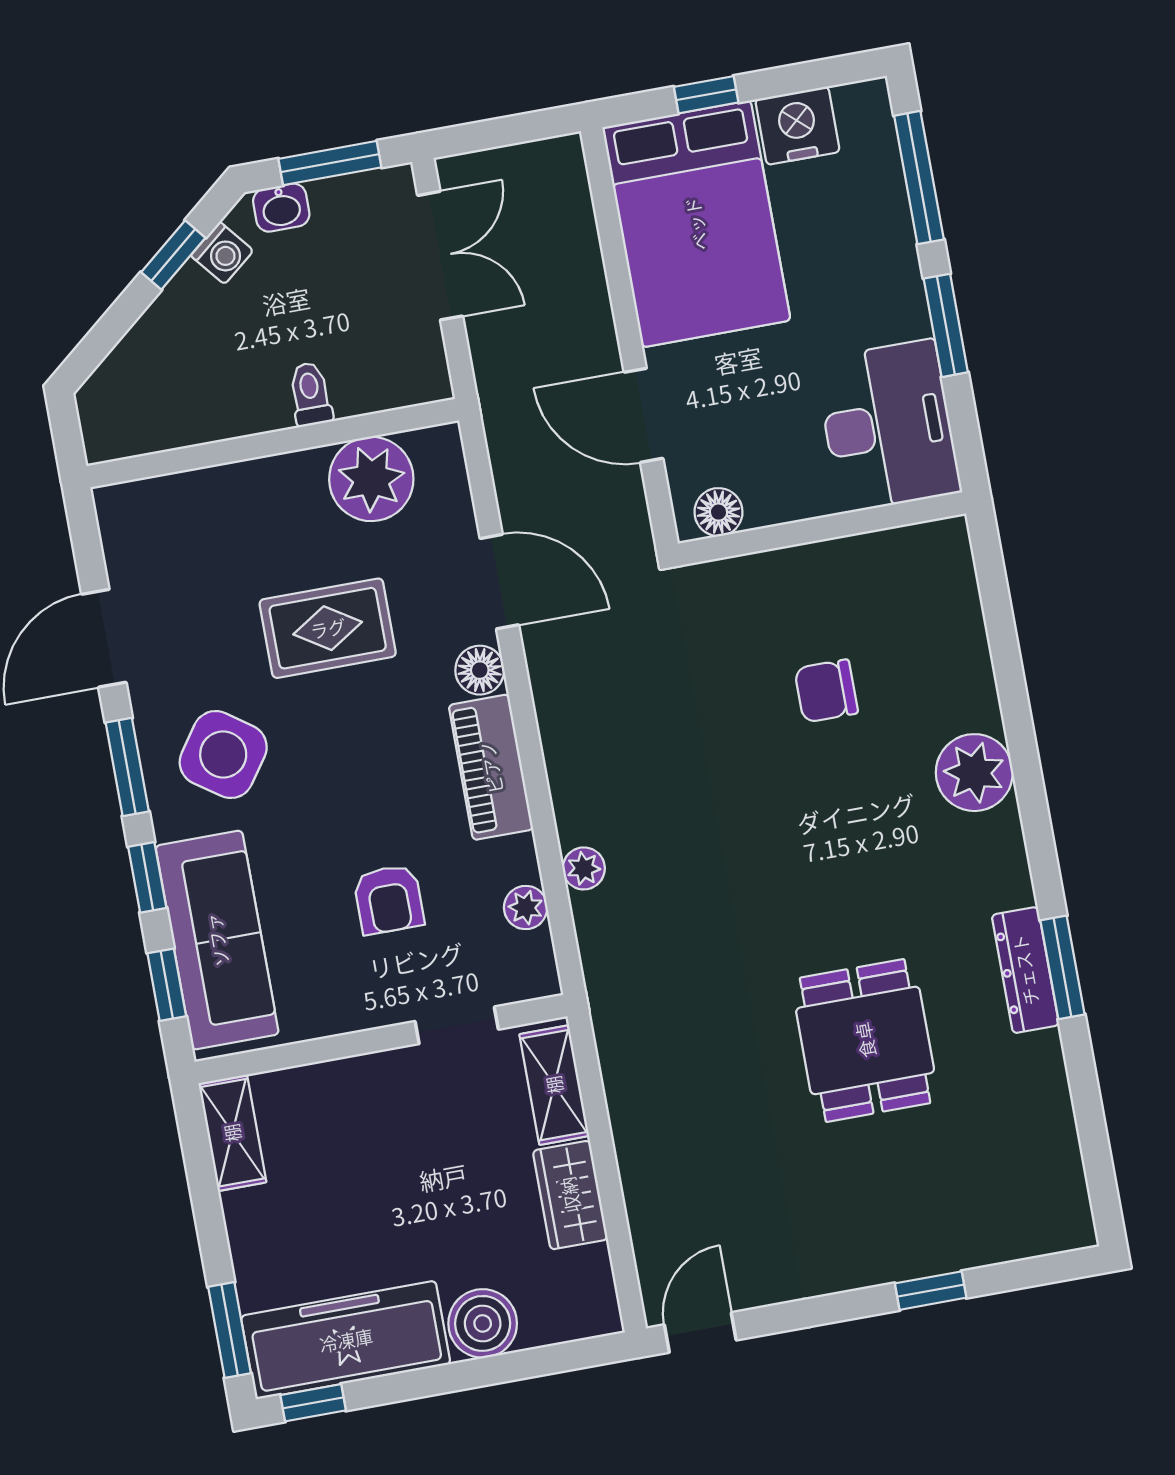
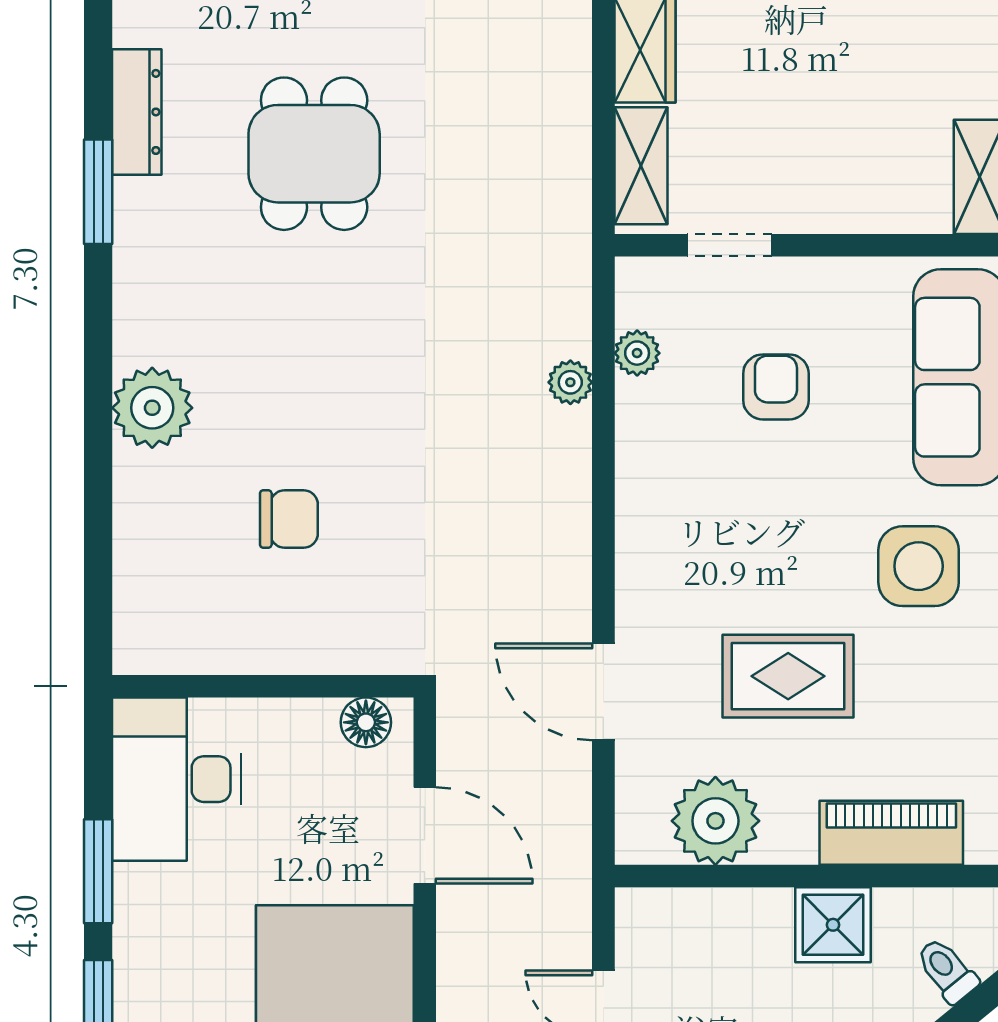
toilet: (310, 394) -> (947, 970), moved, turned 141
shower: (242, 401) -> (833, 925), added
floor lamp: (480, 670) -> (640, 605), removed
side table: (223, 755) -> (919, 566), turned -35
piano: (491, 767) -> (891, 833), moved, turned -90
dresser: (1025, 970) -> (137, 112), moved

